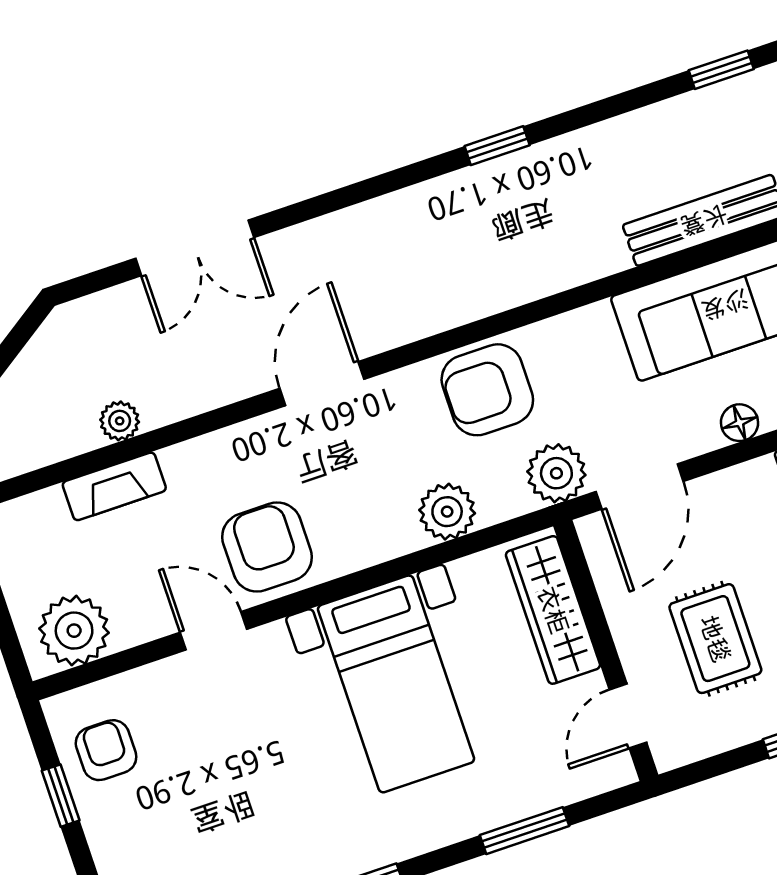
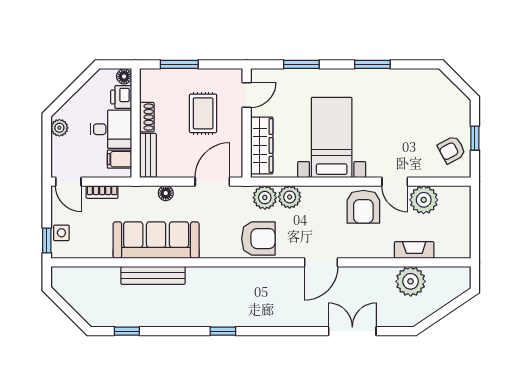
plant: (120, 421) -> (411, 281), width x1.88, depth x1.88
plant: (556, 473) -> (265, 198), moved
plant: (74, 631) -> (424, 200), moved
armchair: (106, 750) -> (452, 150), turned 62

